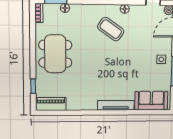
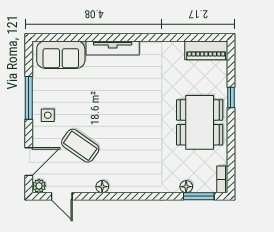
coffee table: (111, 29) -> (80, 146), moved
window: (33, 86) -> (231, 97), moved

